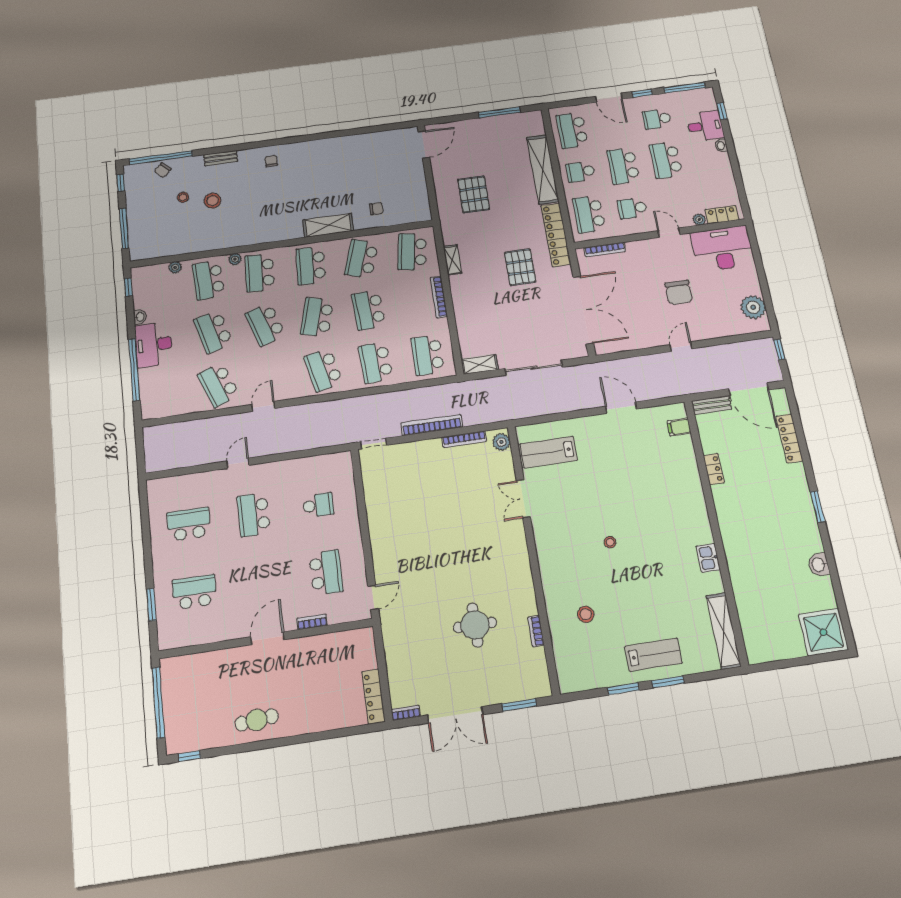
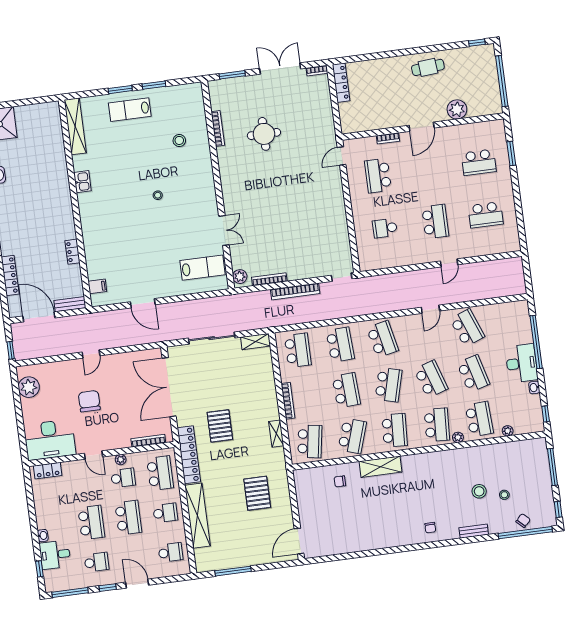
school desk: (572, 130) -> (170, 552), width x0.54
plant: (699, 220) -> (121, 460), moved
bookcase: (536, 631) -> (218, 129), width x1.56
plant: (220, 663) -> (457, 109), added

